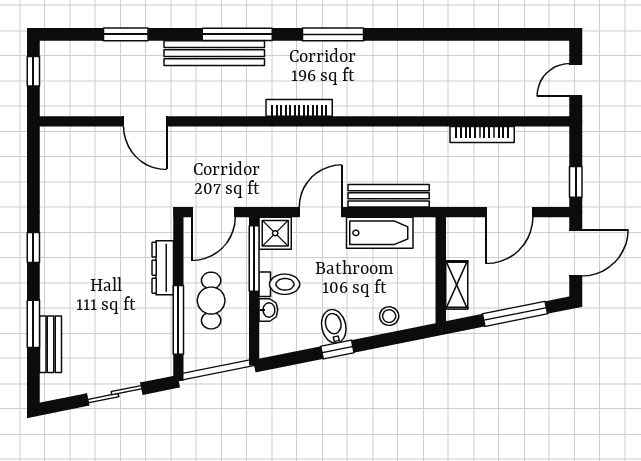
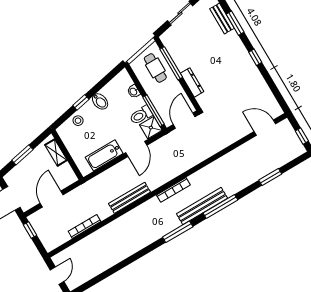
bench: (214, 53) -> (202, 206), moved
door: (145, 121) -> (265, 128), moved
bench: (389, 196) -> (130, 198), moved
toilet: (279, 284) -> (141, 115), moved
cafe table: (211, 301) -> (155, 68), moved
window: (515, 314) -> (22, 155), width x0.69
window: (337, 349) -> (81, 102), moved

